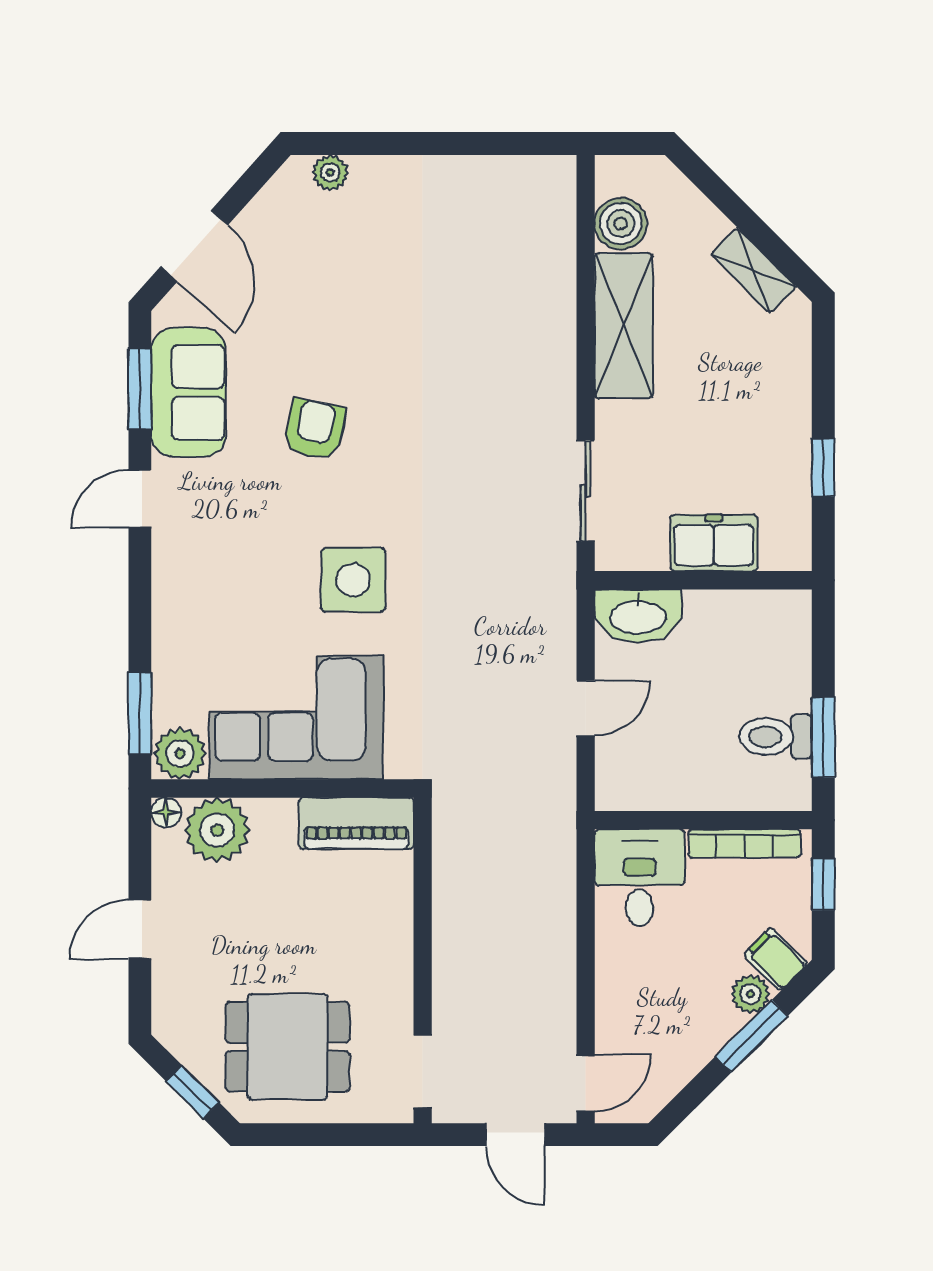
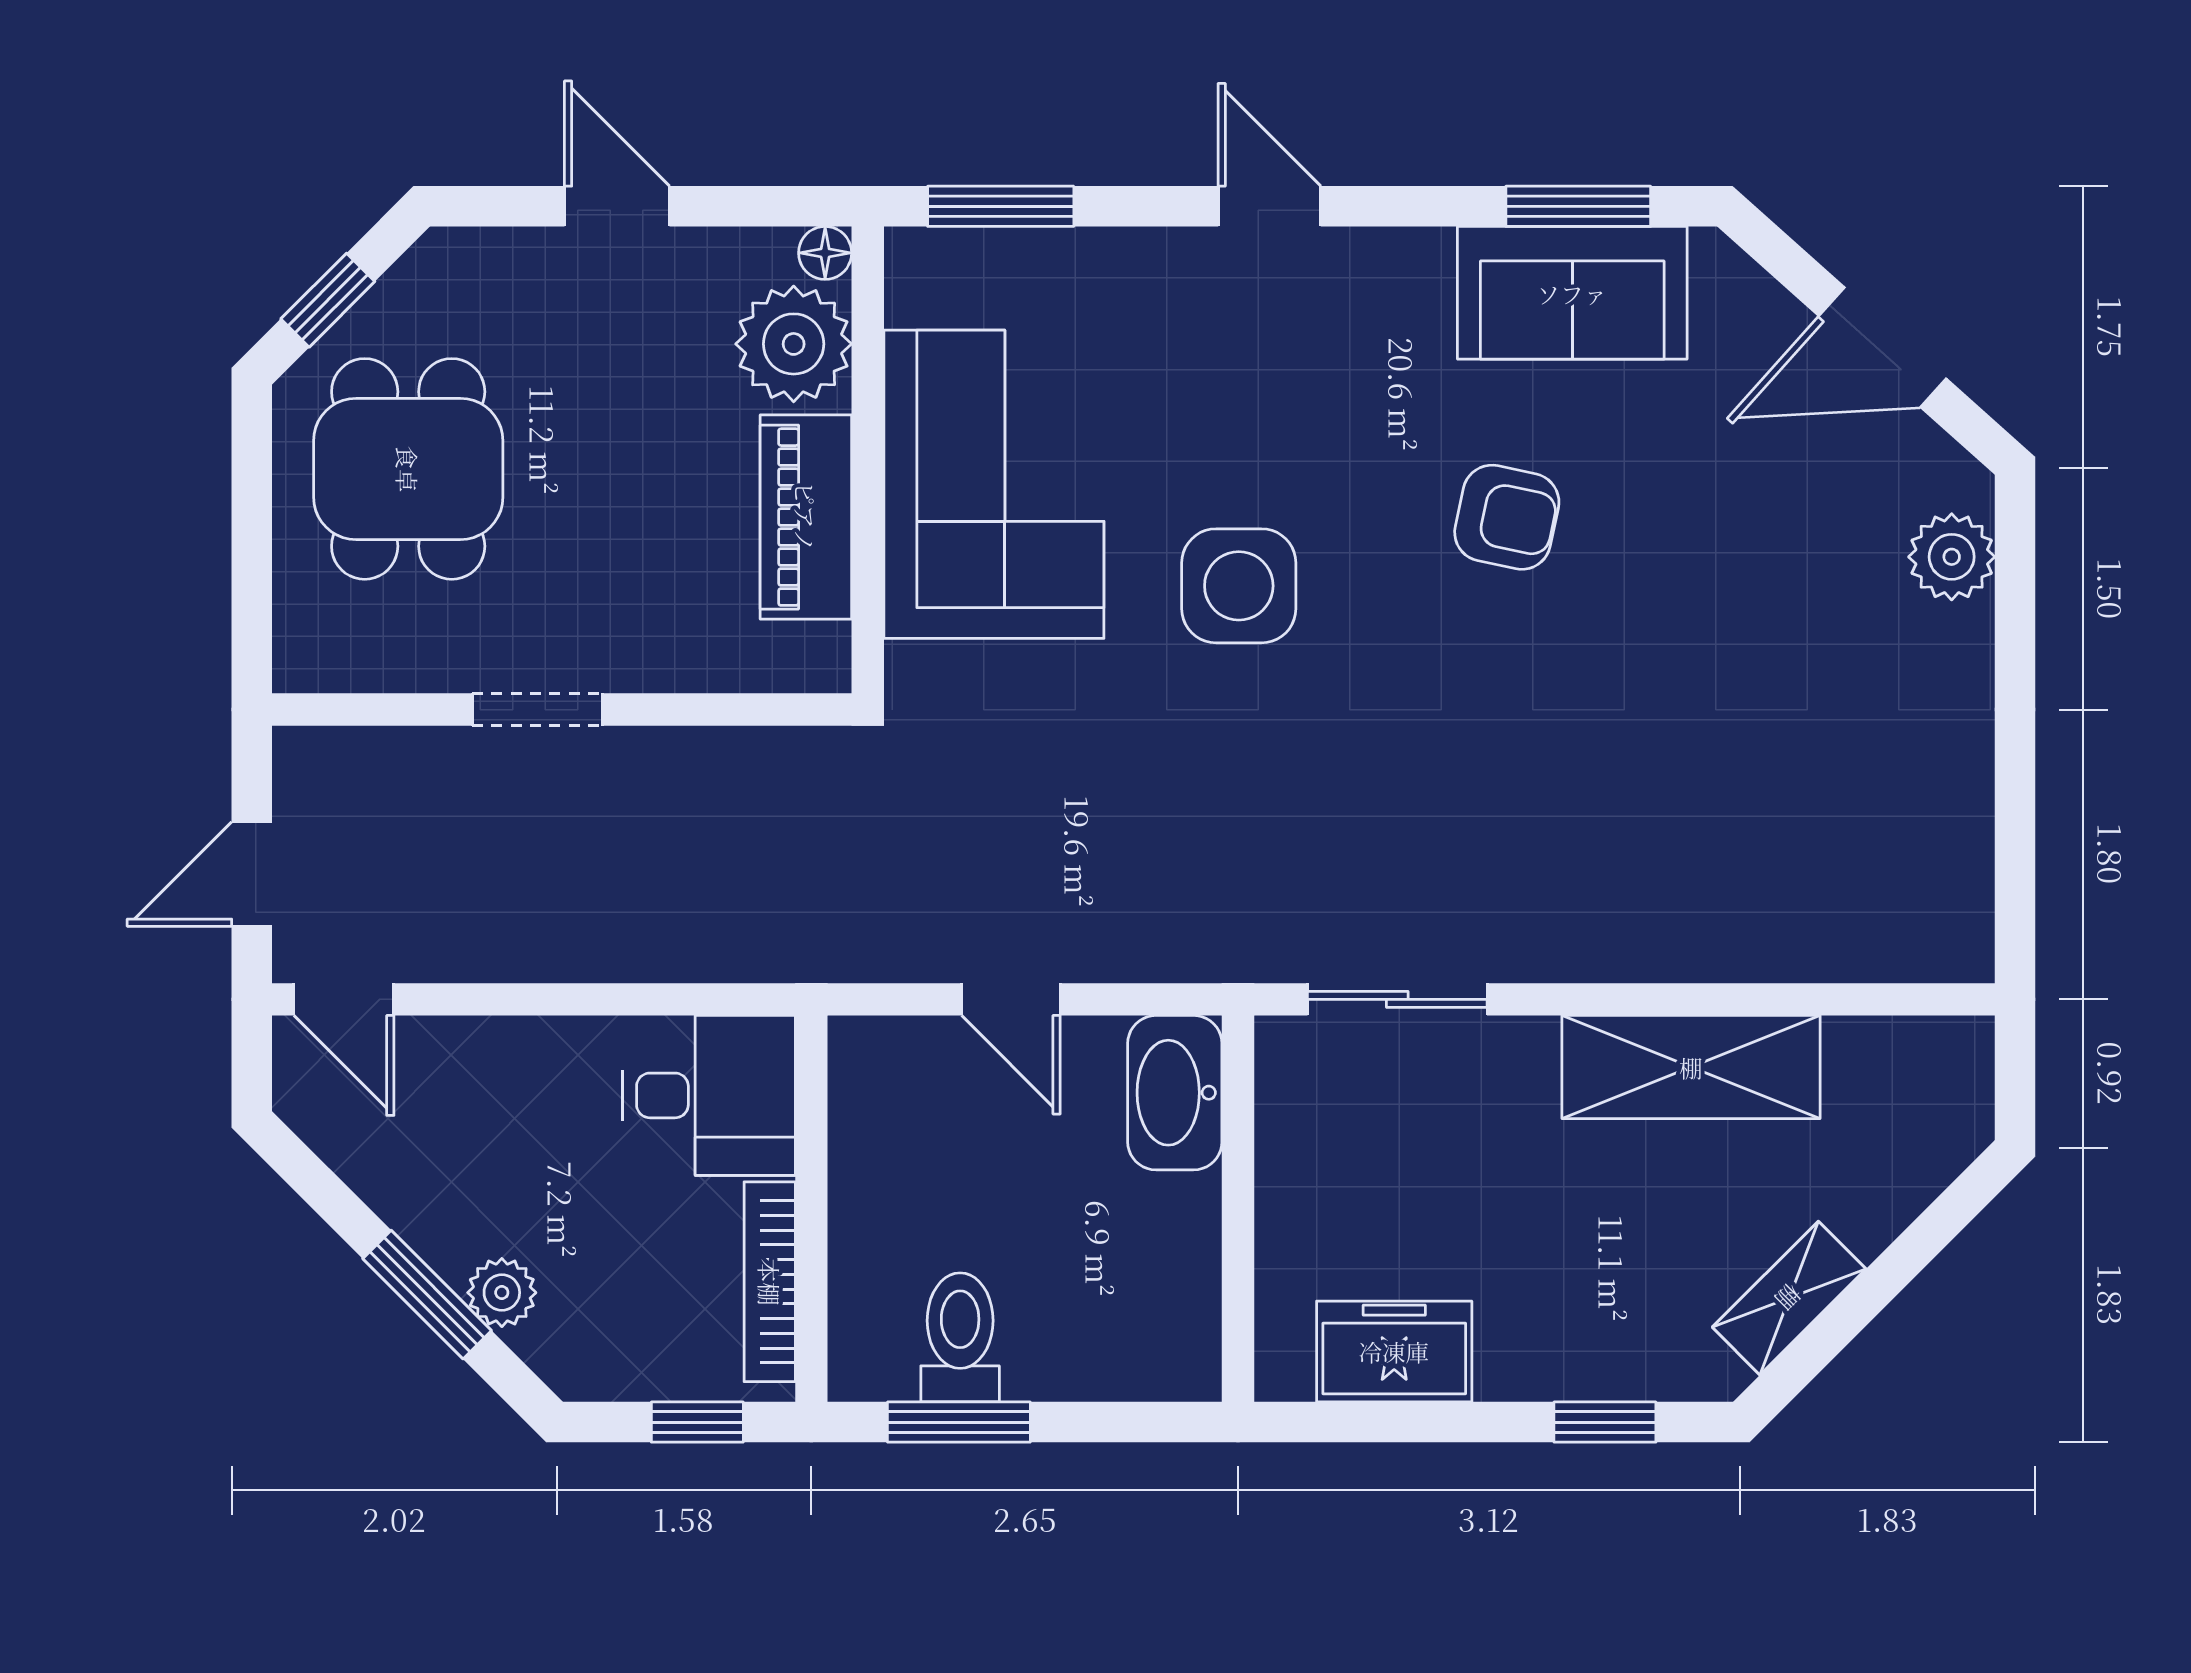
plant: (330, 173) -> (1952, 557), width x1.38, depth x1.38
boiler: (621, 224) -> (1873, 1062), removed
door: (194, 246) -> (1882, 347), moved
window: (823, 468) -> (1605, 1422), moved
door: (140, 499) -> (1269, 206), moved
freezer: (714, 543) -> (1394, 1351), moved, turned -90
plant: (180, 754) -> (930, 278), removed
piano: (356, 823) -> (806, 517), moved
filing cabinet: (775, 959) -> (564, 1337), removed
doorway: (423, 1071) -> (537, 710), moved

